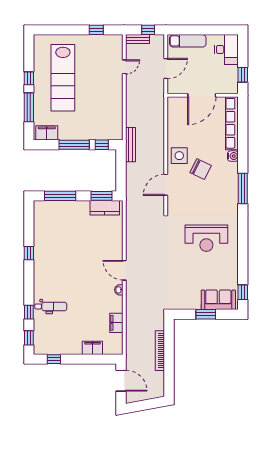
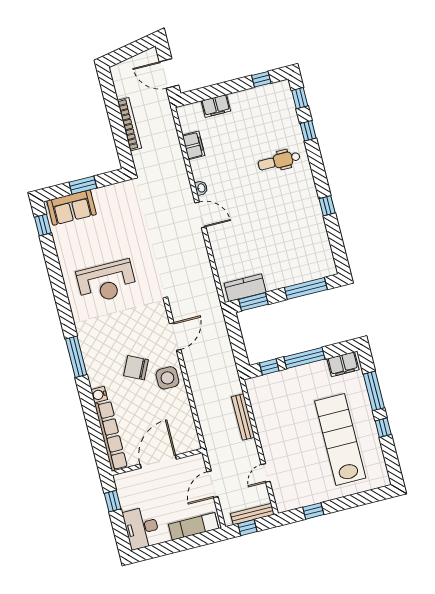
bench: (138, 39) -> (252, 514), width x1.36
bench: (131, 145) -> (243, 417), moved
reception desk: (206, 238) -> (106, 282), turned 180
dental chair: (51, 306) -> (279, 161), moved

